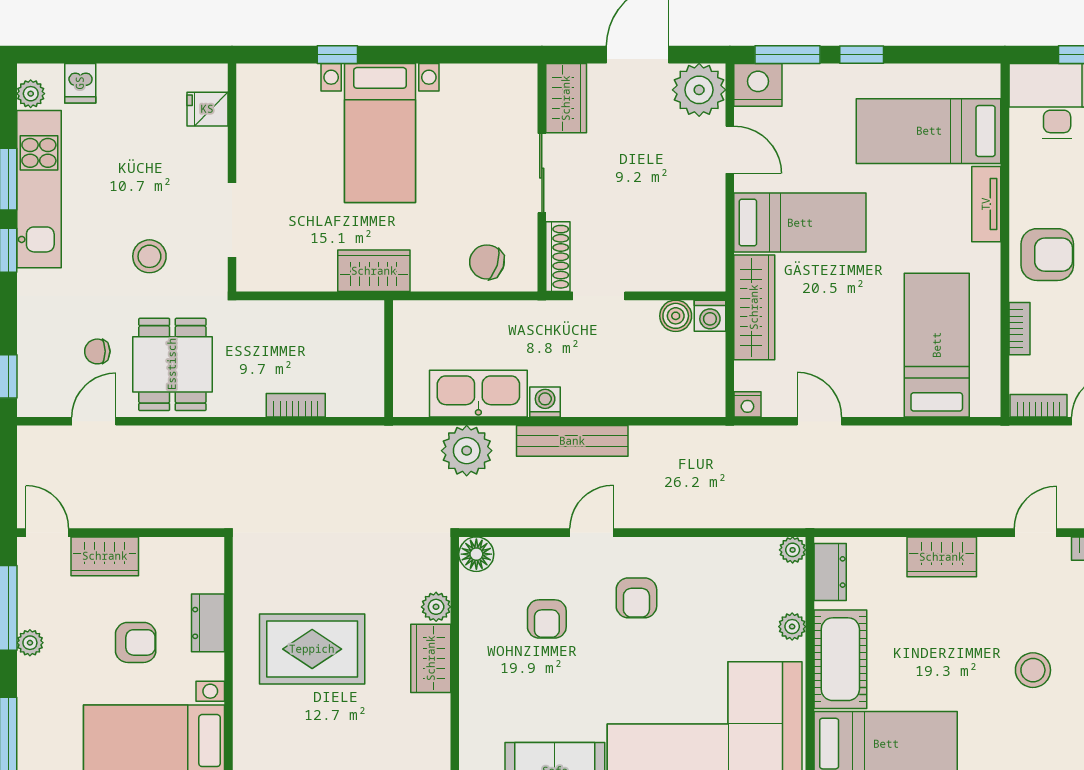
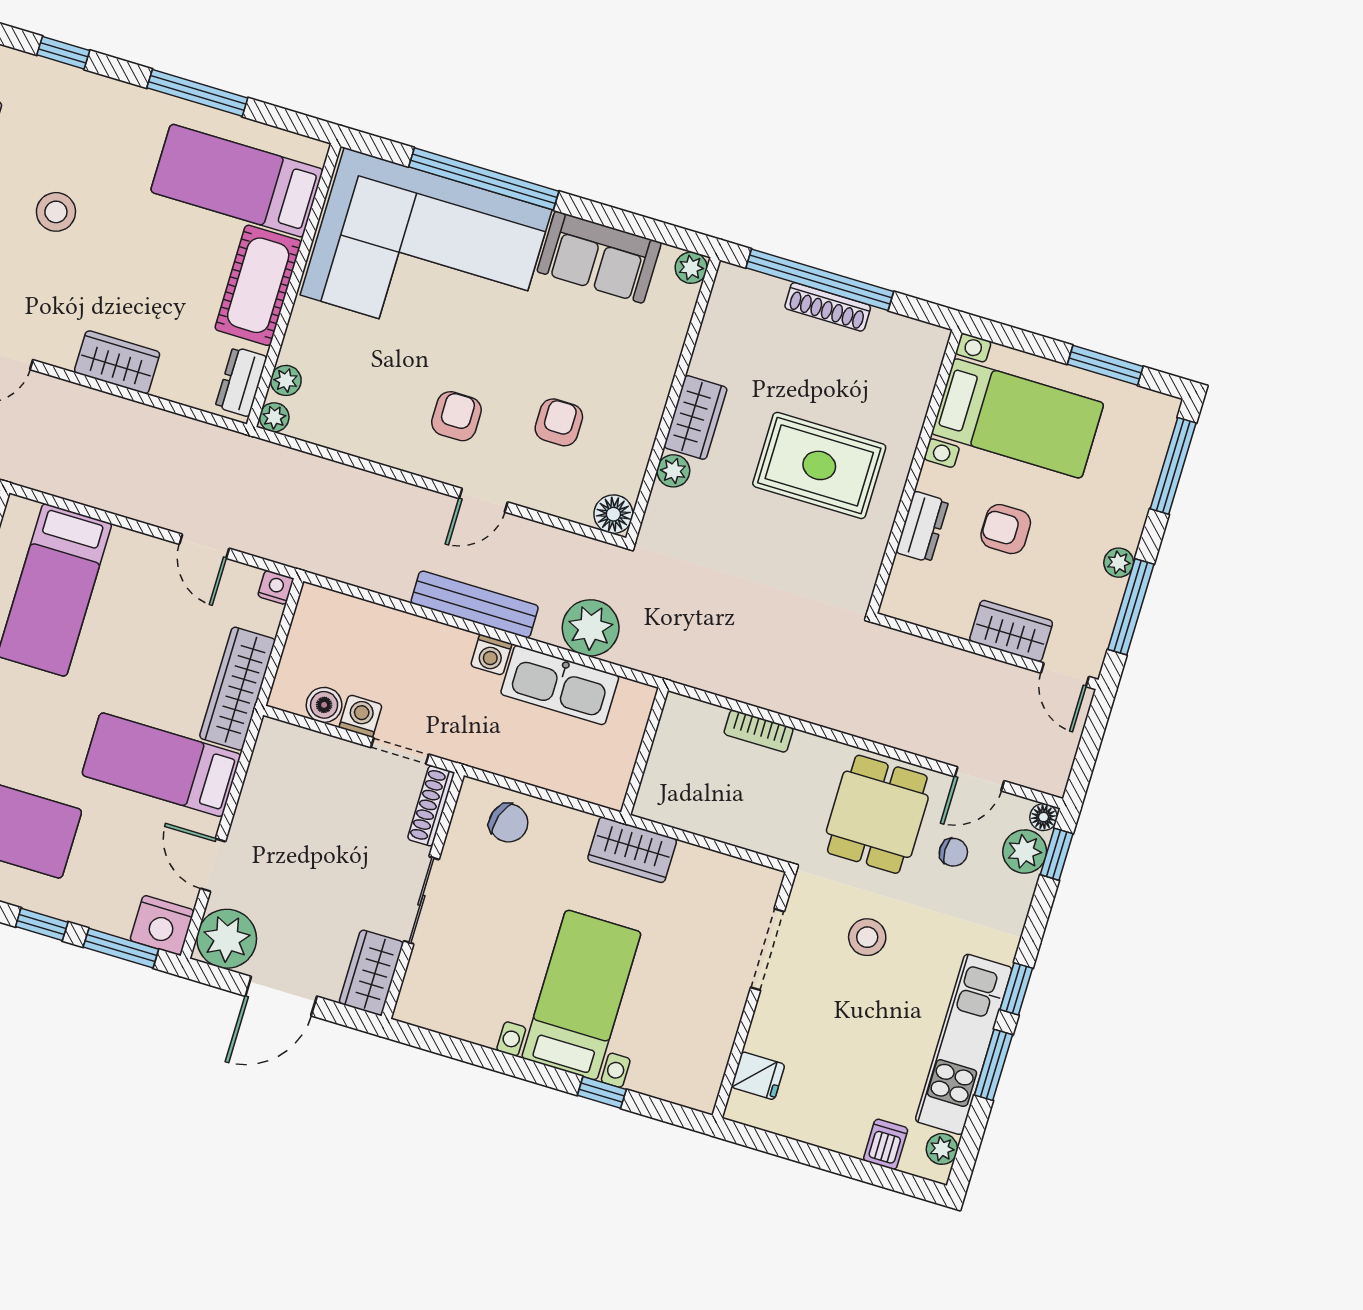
washing machine: (710, 316) -> (361, 716), moved
plant: (36, 370) -> (1025, 852), added
floor lamp: (29, 405) -> (1044, 817), added
plant: (792, 627) -> (286, 380), moved

